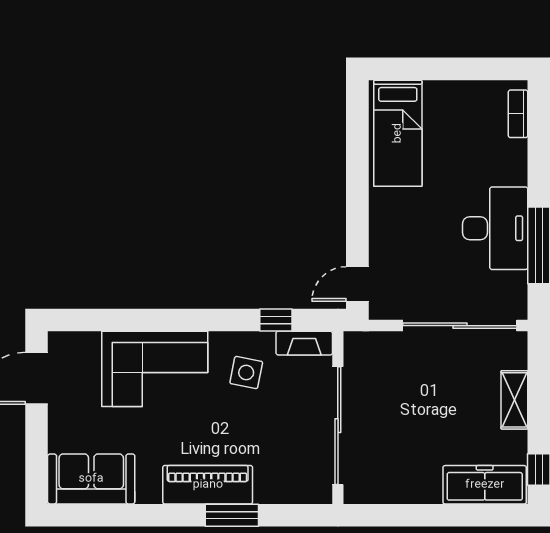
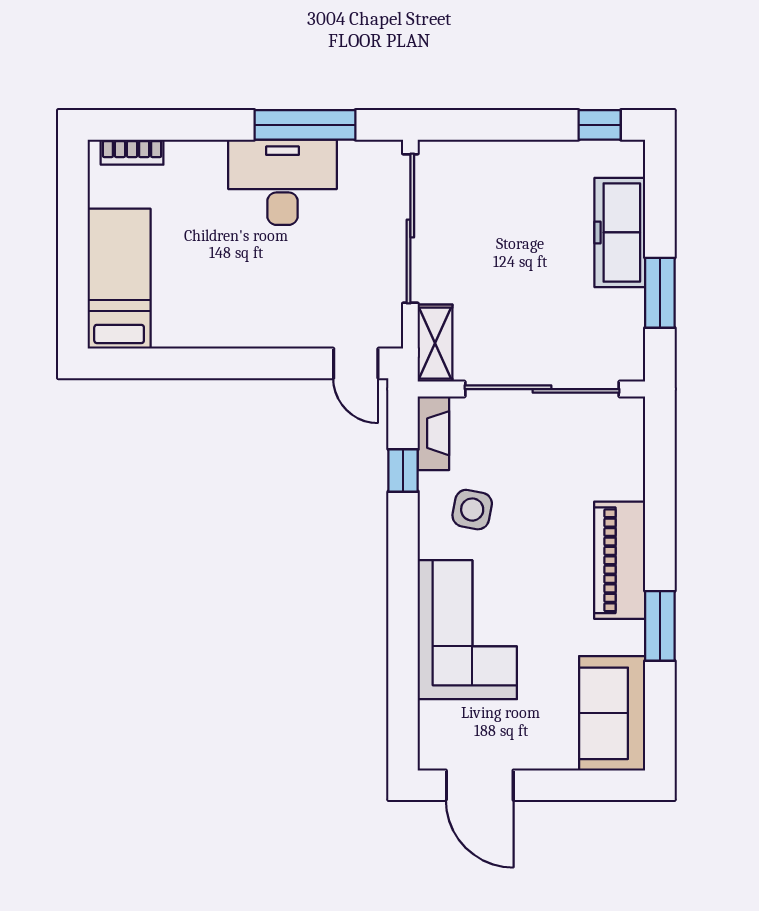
bed: (398, 133) -> (119, 279), moved, turned -90
shelving: (514, 400) -> (435, 343), moved, turned 90
freezer: (485, 485) -> (620, 232), moved
window: (232, 515) -> (660, 626), moved
window: (411, 515) -> (660, 293), added

